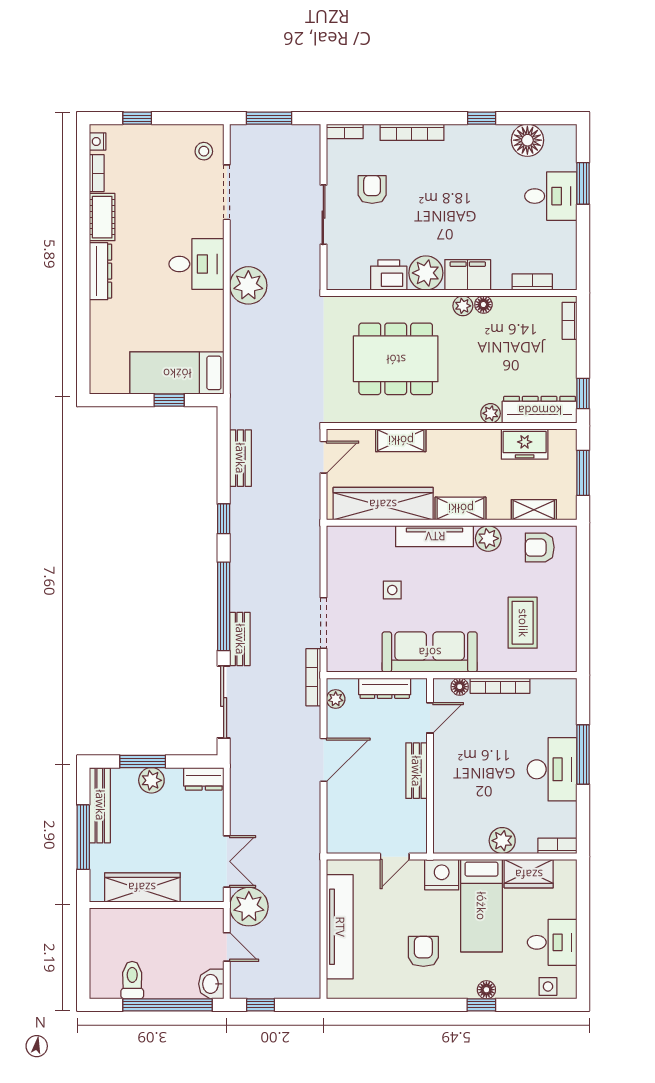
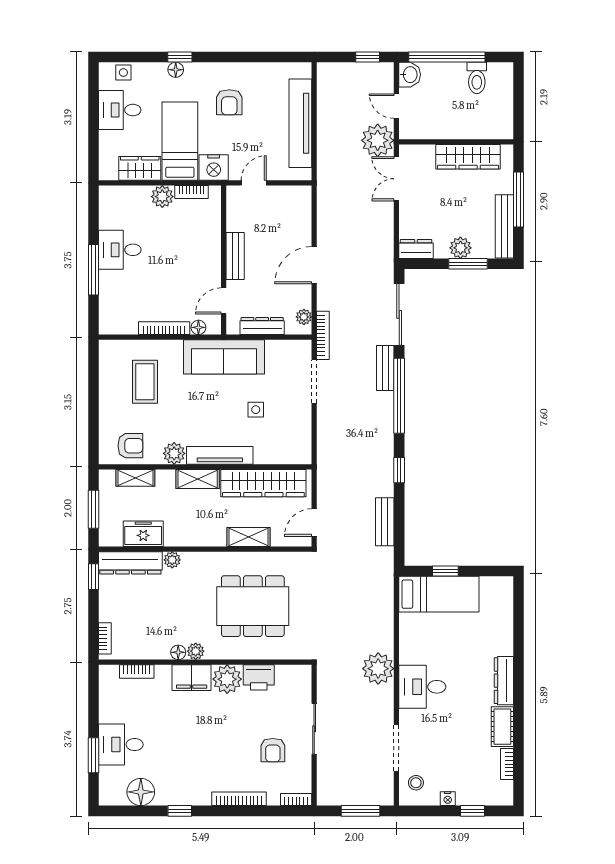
nightstand: (98, 142) -> (448, 799), moved, turned 90
desk: (552, 769) -> (120, 250), width x0.73
bookcase: (557, 846) -> (192, 192), moved

